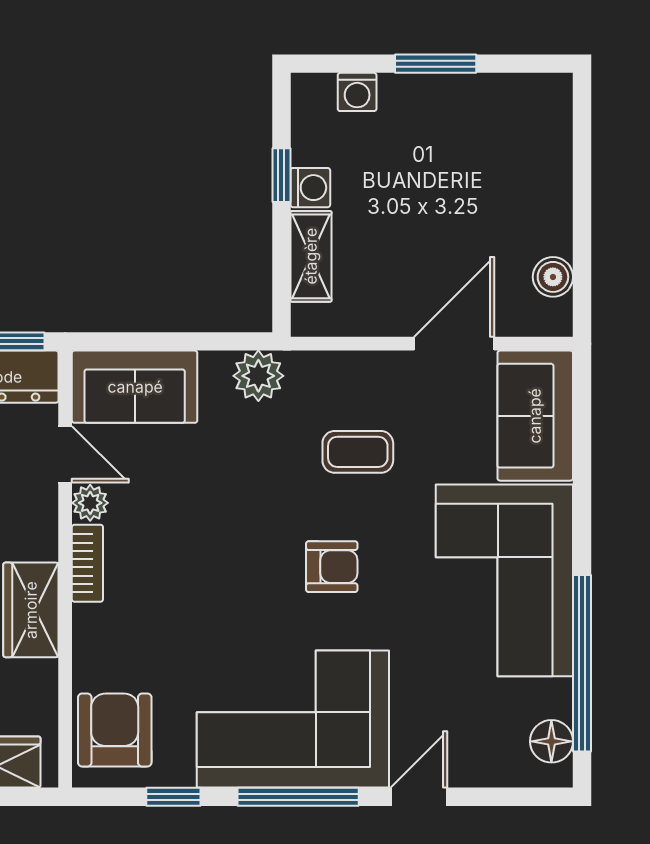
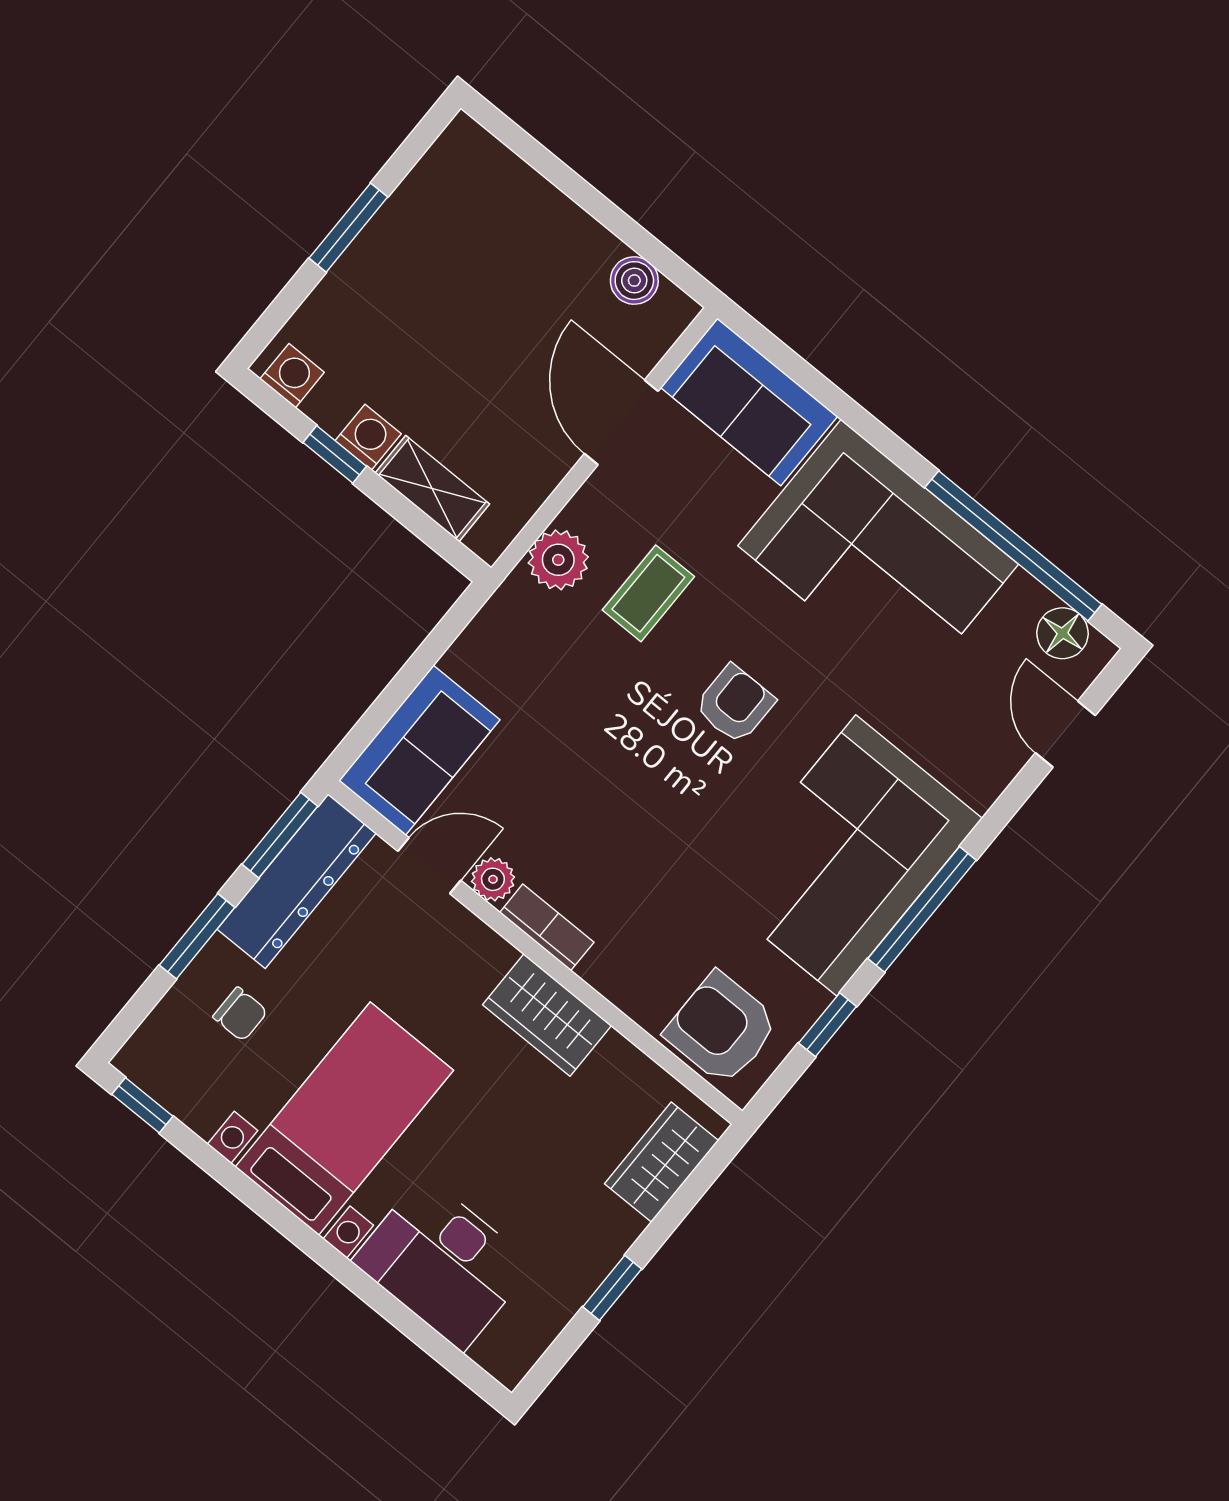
washing machine: (357, 92) -> (292, 376), moved, turned -90
plant: (258, 376) -> (558, 560), moved
door: (419, 797) -> (1065, 734), moved

